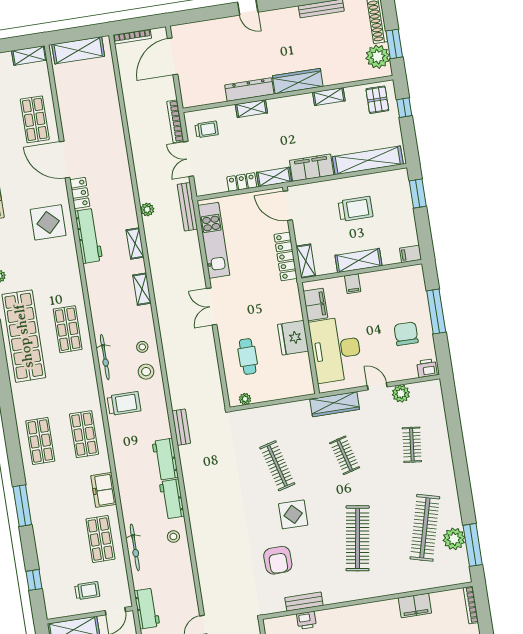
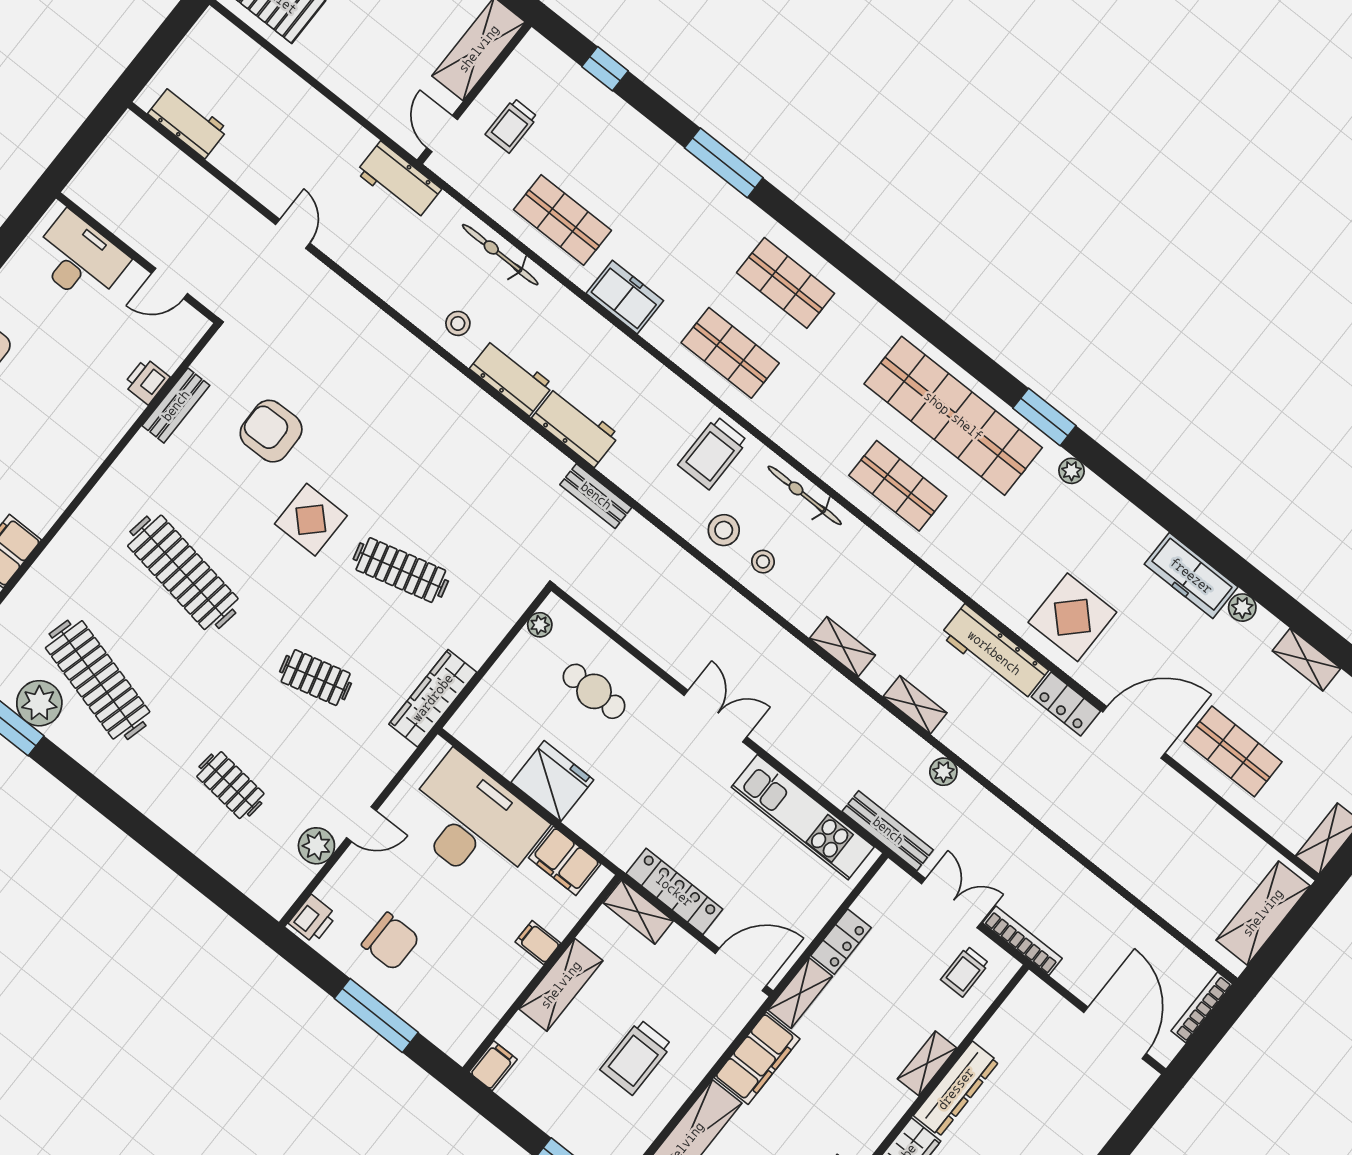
wardrobe: (335, 404) -> (433, 698), moved

